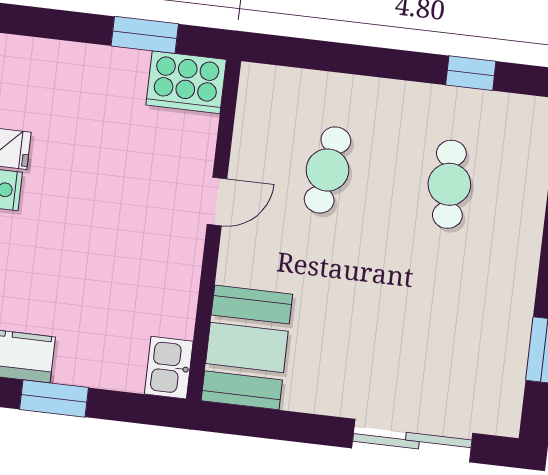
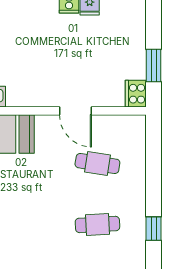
cooker: (186, 82) -> (136, 94), width x0.73, depth x0.76
door: (217, 202) -> (76, 111), width x1.37

